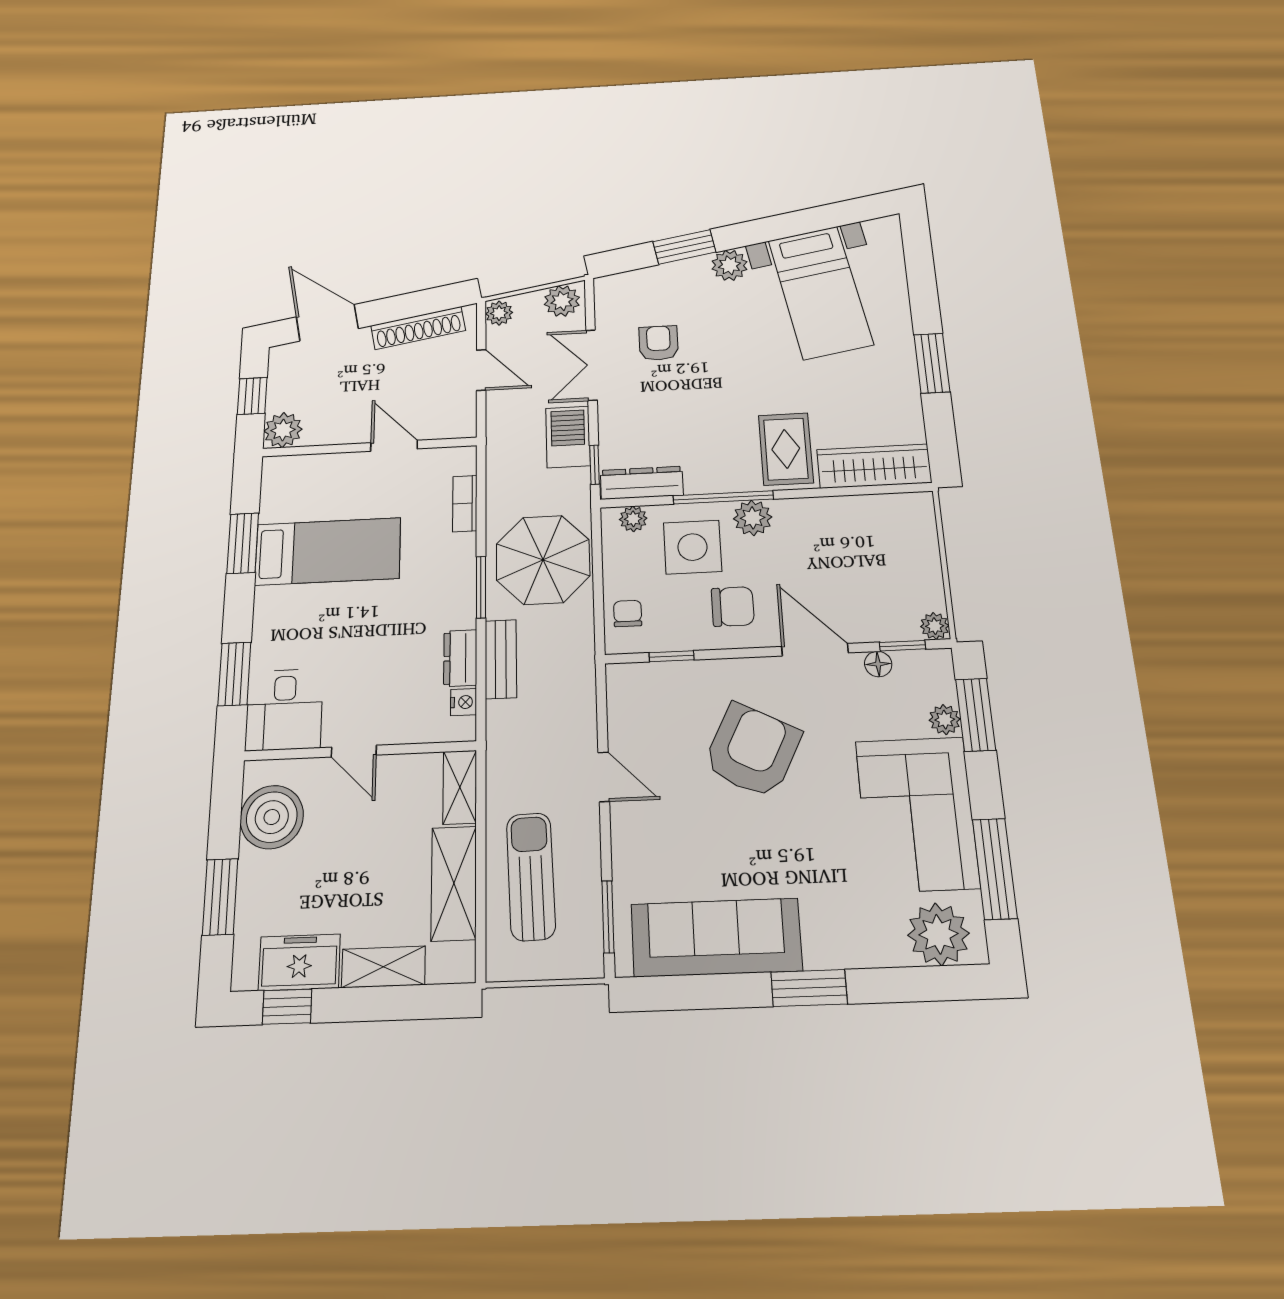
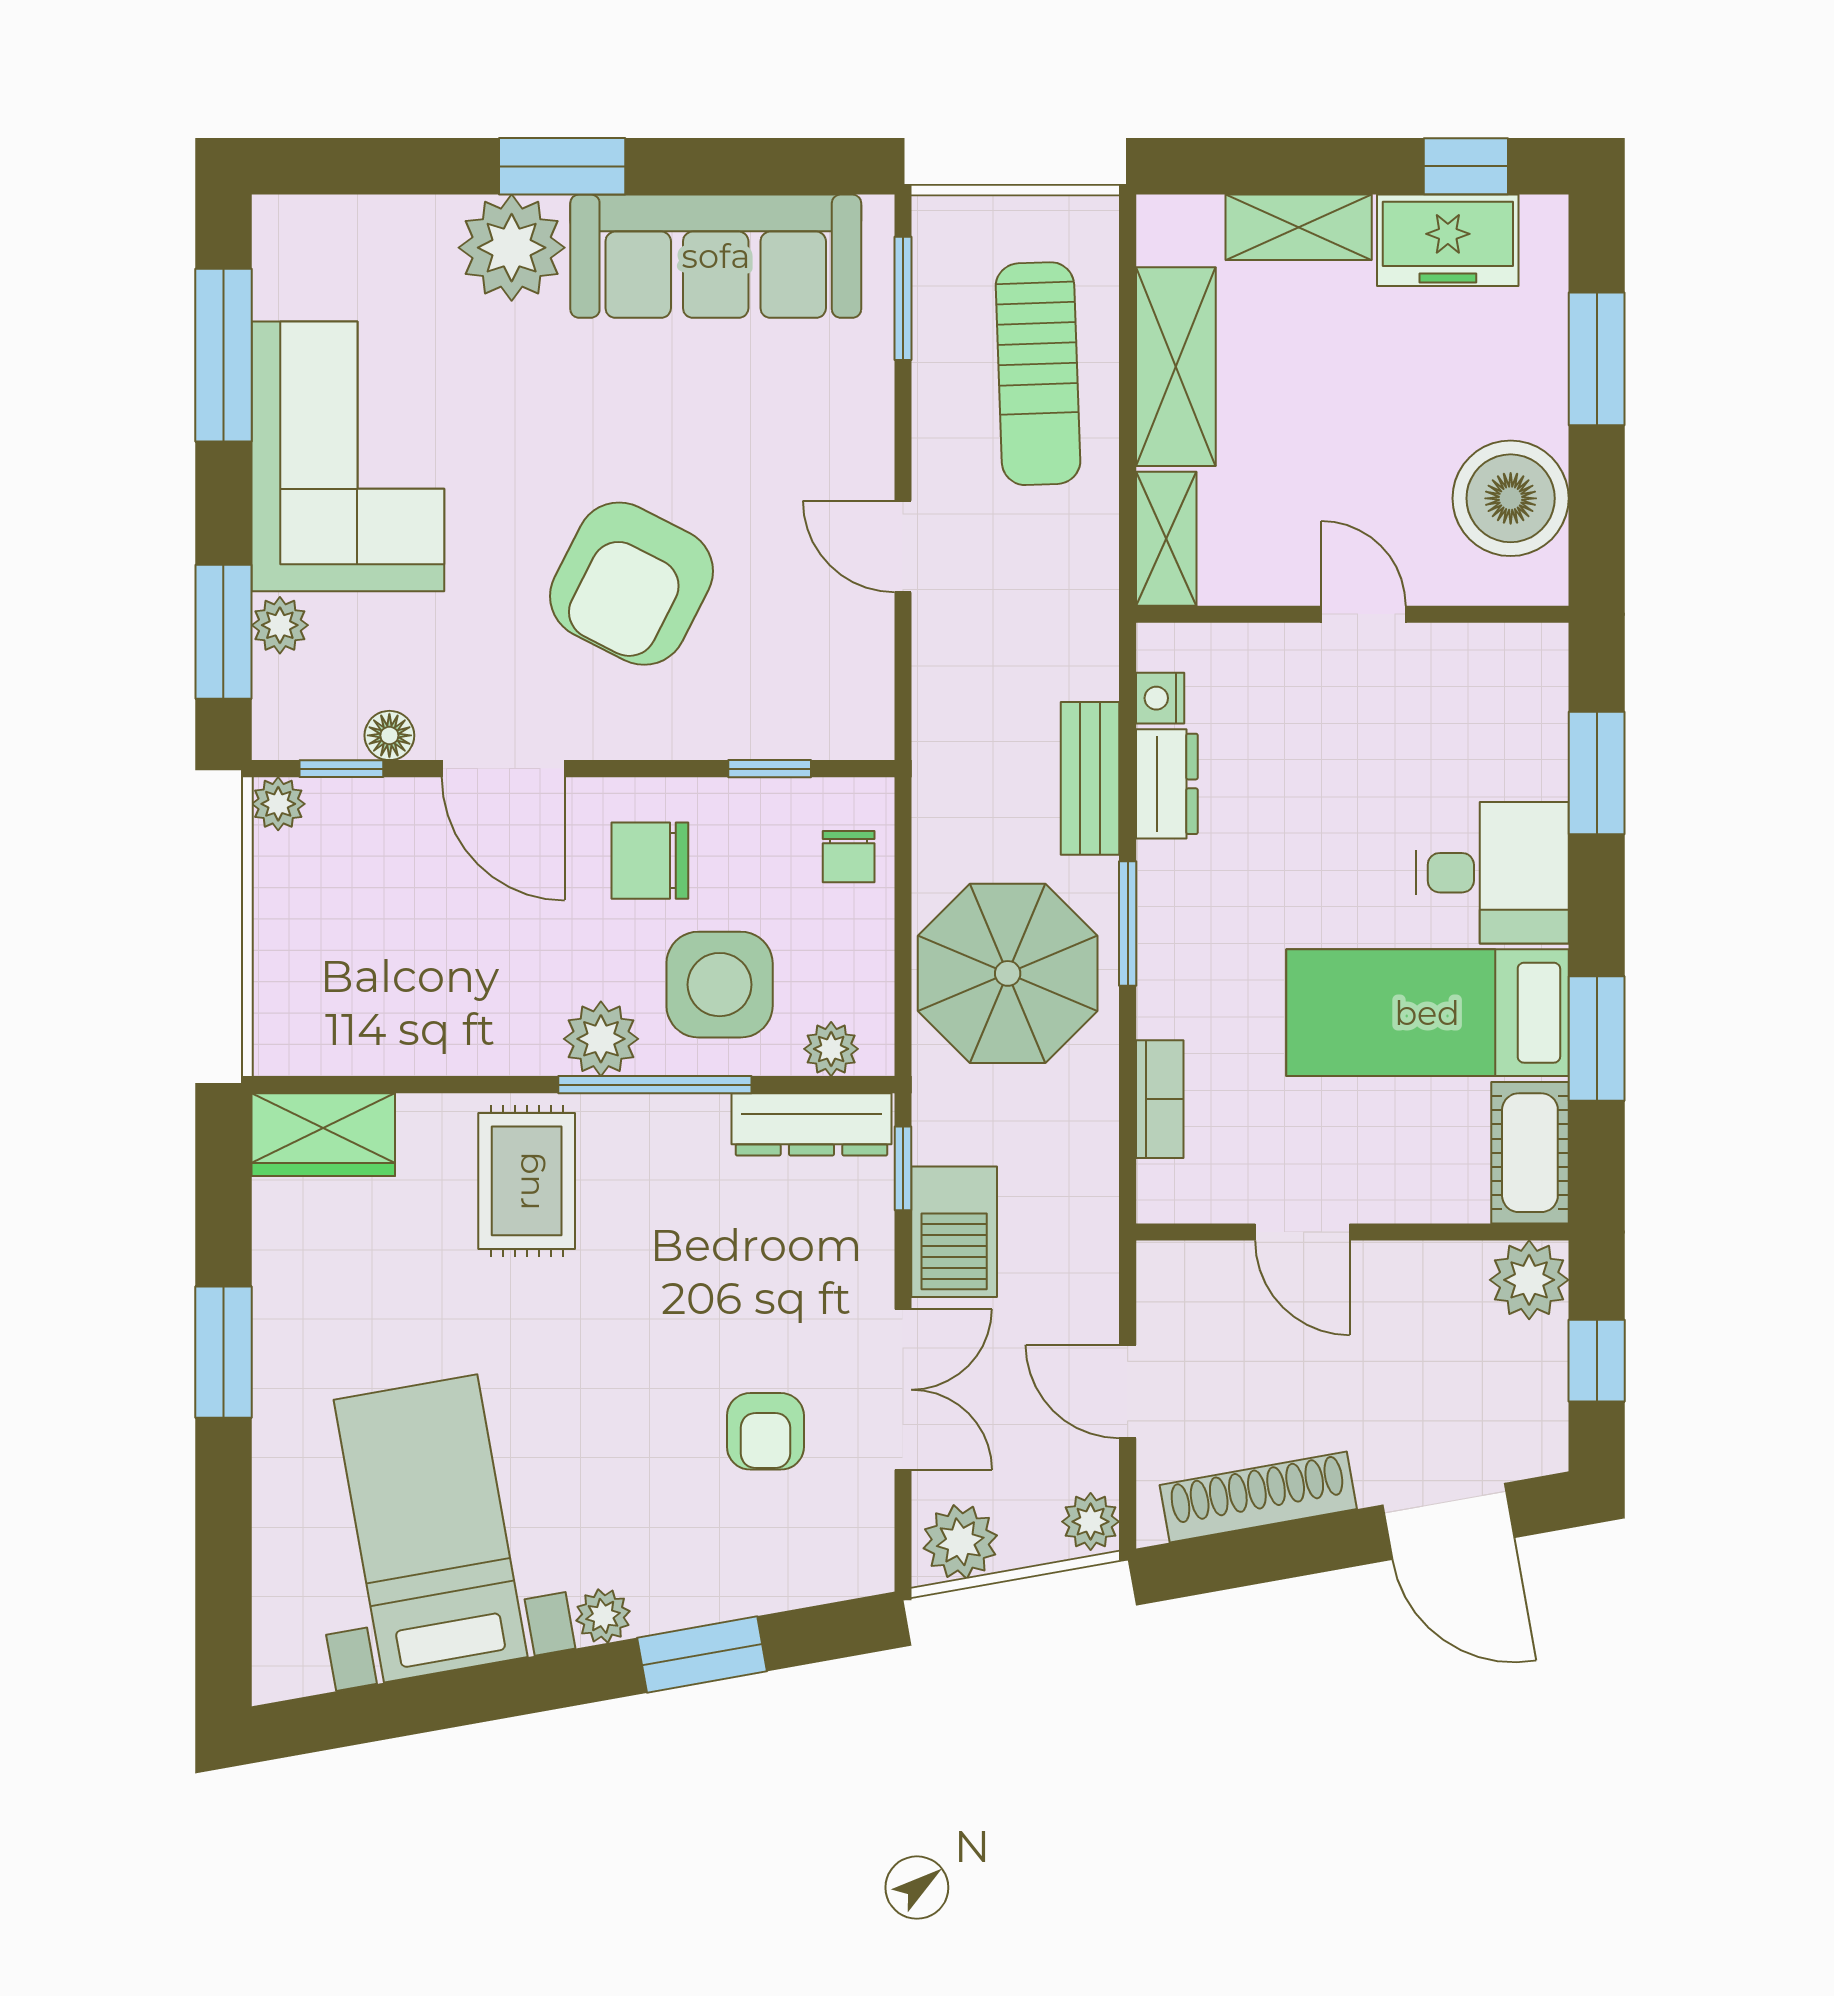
plant: (729, 265) -> (603, 1616), width x0.73, depth x0.73
wardrobe: (874, 466) -> (323, 1135), width x0.67
cot: (279, 488) -> (1530, 1153), added
desk: (284, 710) -> (1492, 873), moved, turned 90
plant: (938, 934) -> (512, 248), moved

